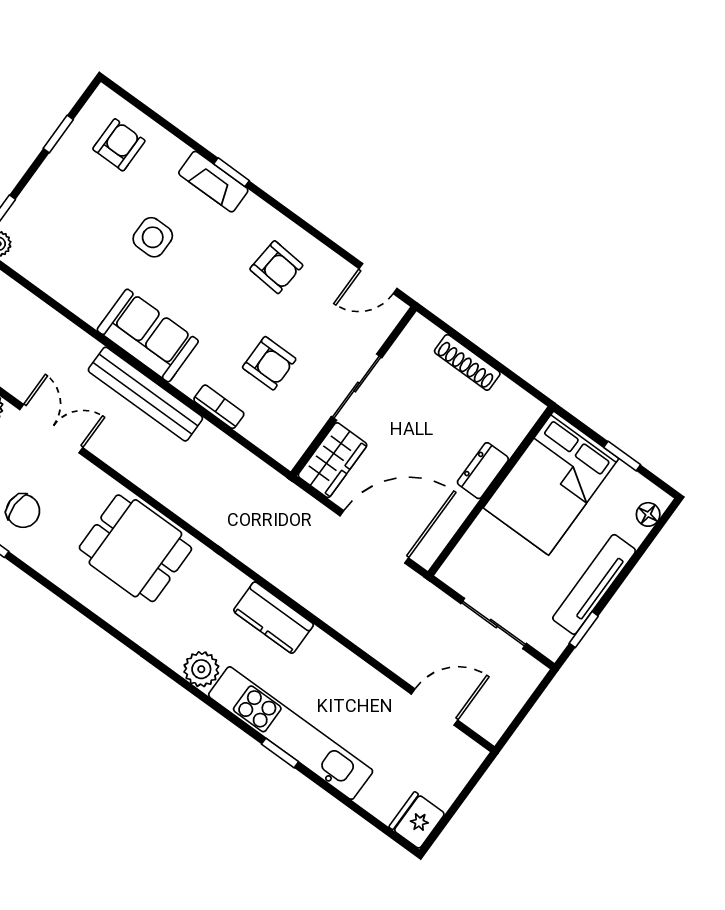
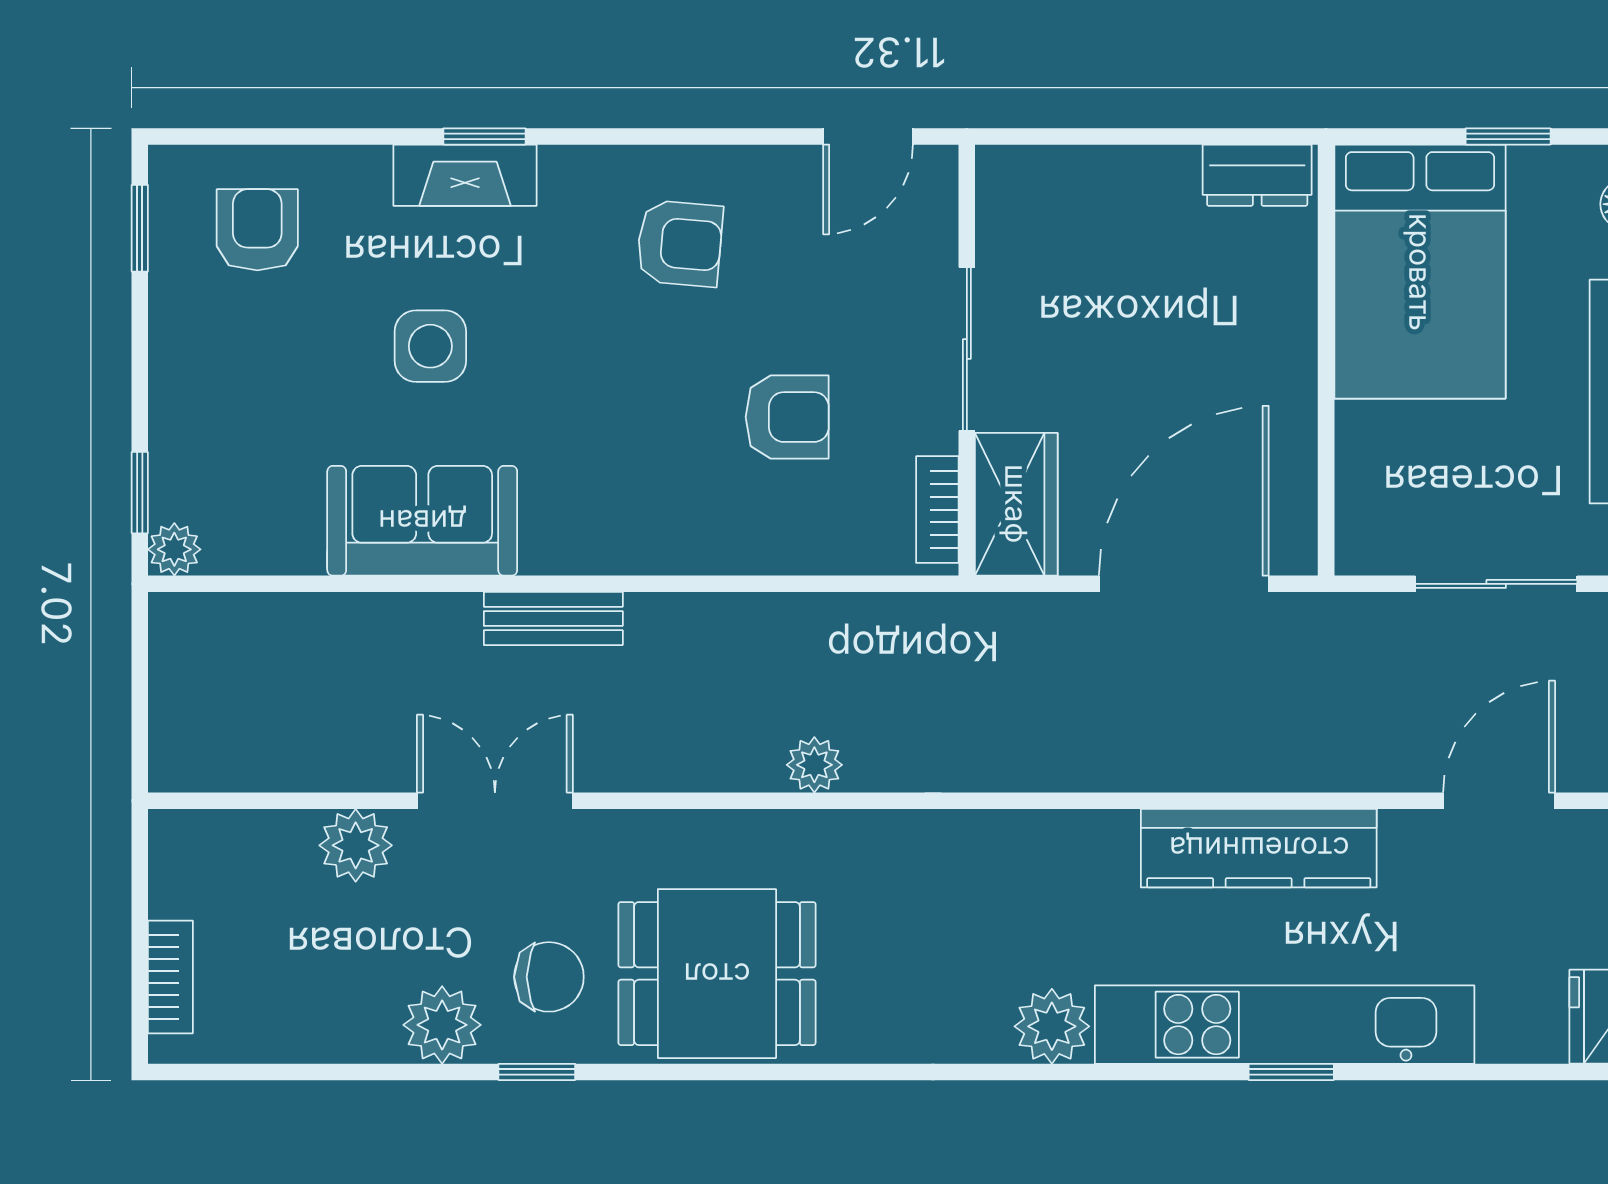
window: (58, 134) -> (140, 228), moved
sofa: (148, 336) -> (422, 521), moved
shoe rack: (467, 362) -> (1126, 169), removed
bench: (145, 394) -> (553, 618), width x0.54, depth x0.82
bookcase: (219, 407) -> (937, 510), moved, turned -90
dresser: (483, 471) -> (1257, 175), moved, turned -90
plant: (183, 504) -> (814, 765), added
dining table: (135, 548) -> (717, 974), moved
kitchen counter: (273, 618) -> (1259, 848), moved, width x1.50

